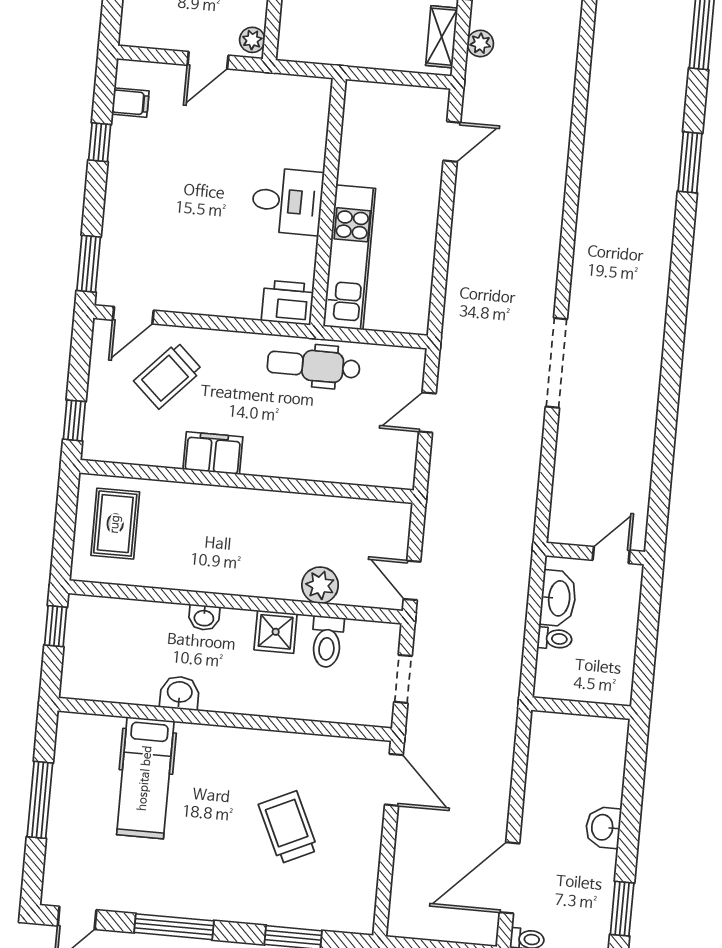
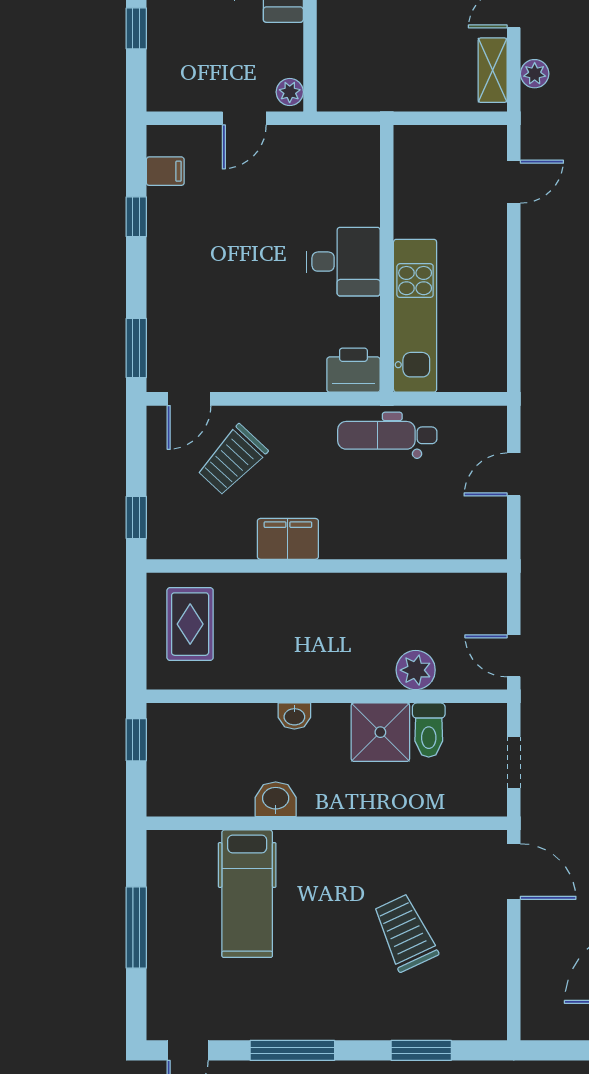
shower: (276, 632) -> (380, 732), width x1.36, depth x1.36

